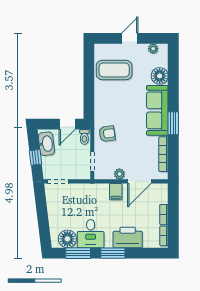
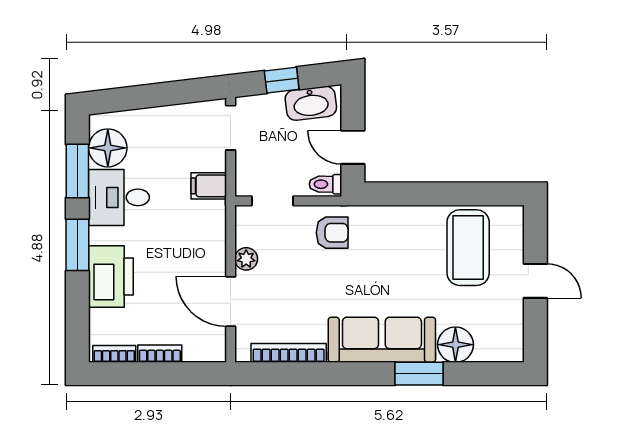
plant: (153, 49) -> (513, 331), removed
window: (173, 123) -> (419, 374), moved
armchair: (107, 134) -> (332, 233), turned -82
filing cabinet: (116, 192) -> (209, 186), moved

